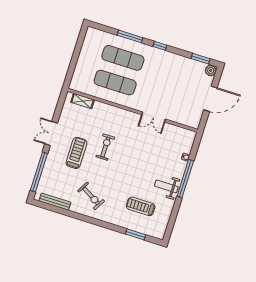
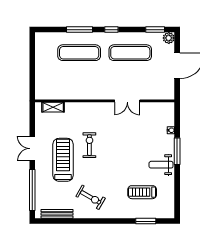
exercise mat: (115, 83) -> (130, 53), moved
treadmill: (76, 153) -> (63, 160), width x1.37, depth x1.38
window: (185, 179) -> (177, 151), width x0.68

